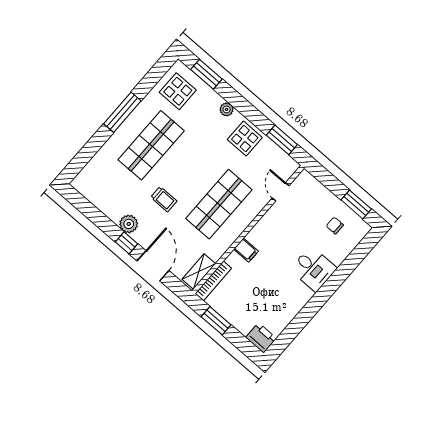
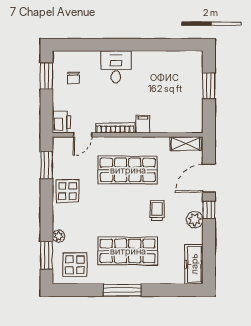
plant: (227, 109) -> (58, 236), moved
freezer: (92, 191) -> (194, 264), added
bookcase: (213, 281) -> (115, 128), moved
window: (216, 321) -> (209, 86), moved
printer: (261, 338) -> (61, 122), moved, turned 180

